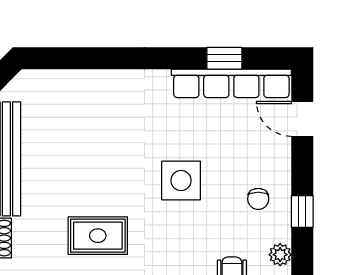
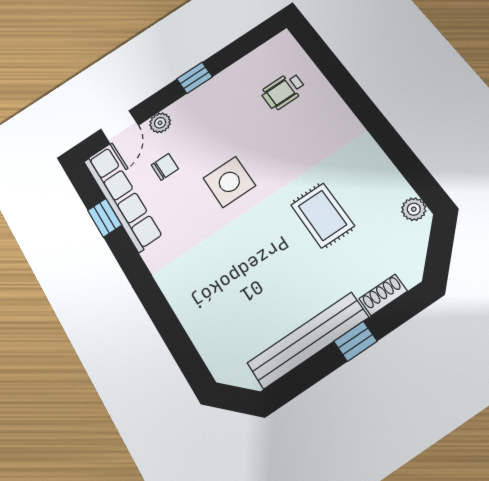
chair: (258, 199) -> (165, 167), moved
plant: (280, 255) -> (160, 123), moved

